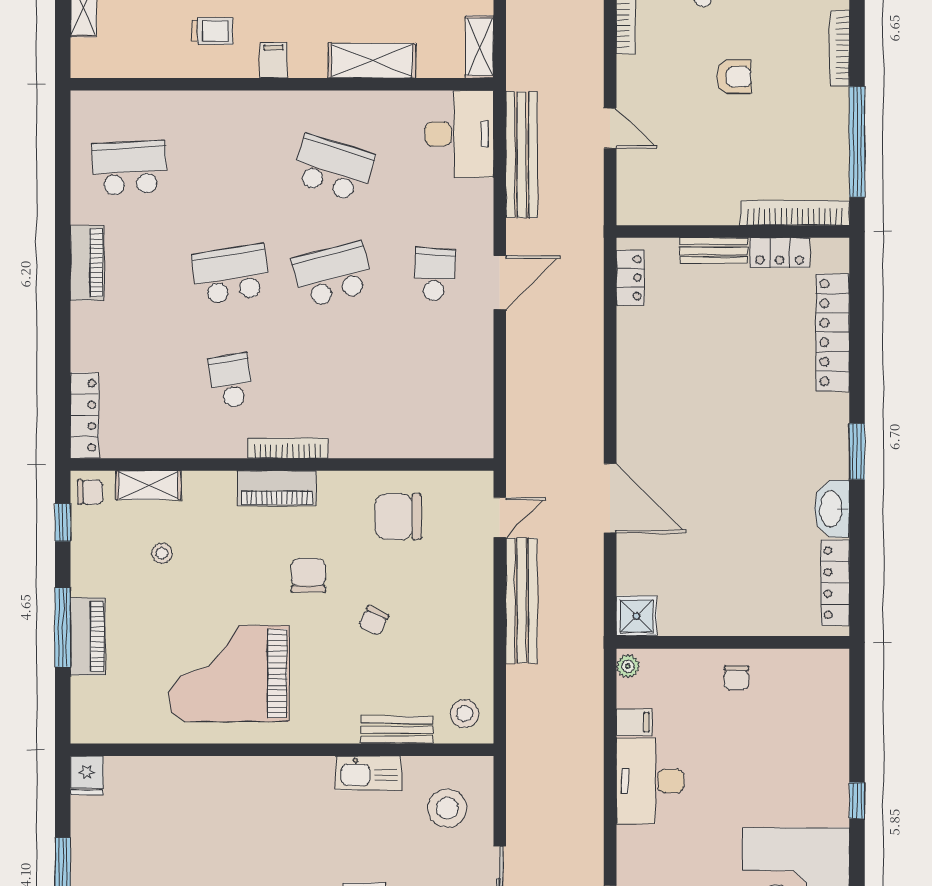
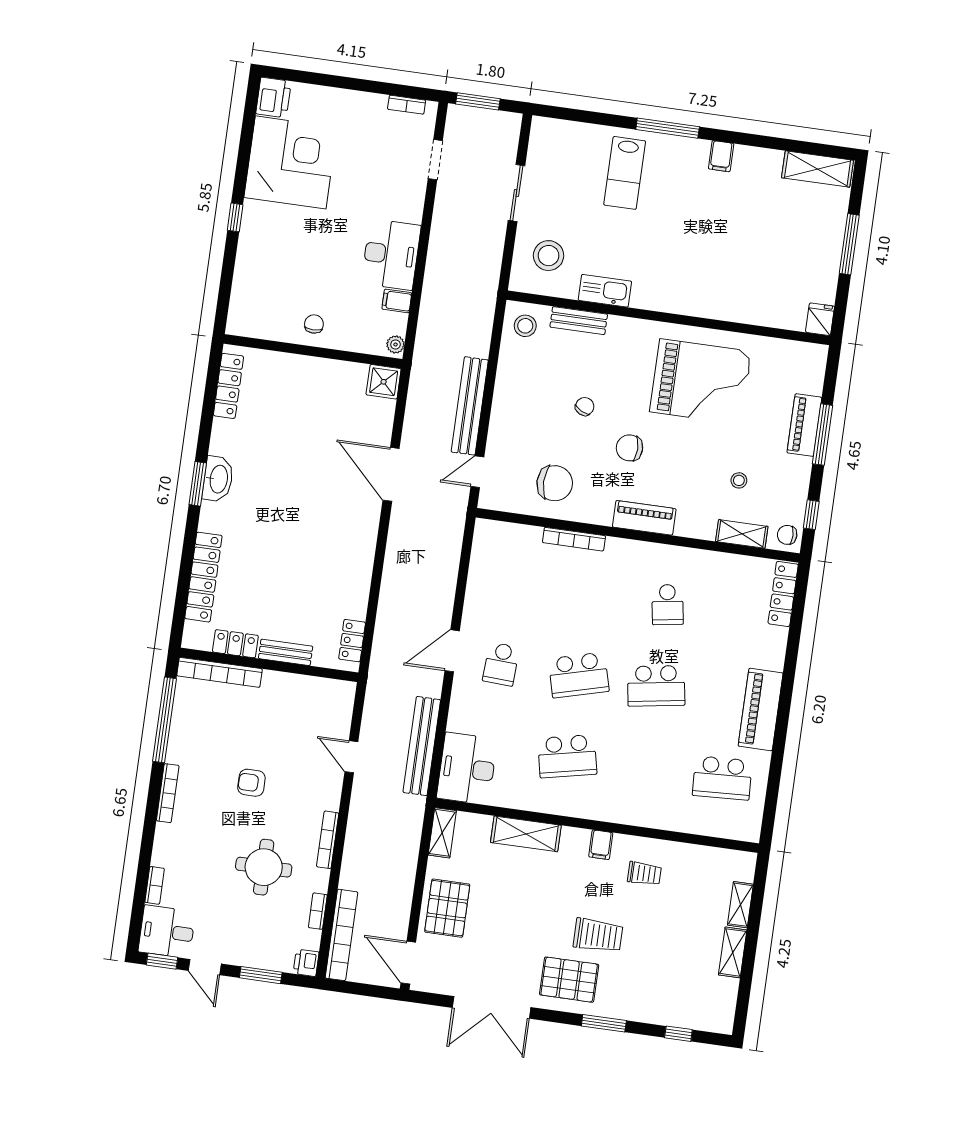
trolley: (212, 31) -> (644, 874), turned 180
school desk: (333, 168) -> (567, 756), turned -30
piano: (87, 263) -> (761, 709), width x1.37, depth x1.33
bookcase: (288, 448) -> (574, 539), moved
washbasin: (832, 509) -> (218, 479), moved
chair: (308, 575) -> (630, 448), turned 90

